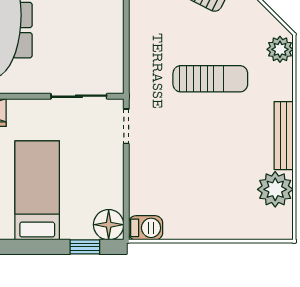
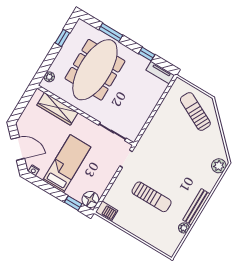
sun lounger: (210, 79) -> (152, 197), moved
plant: (275, 189) -> (184, 228), width x0.53, depth x0.53

